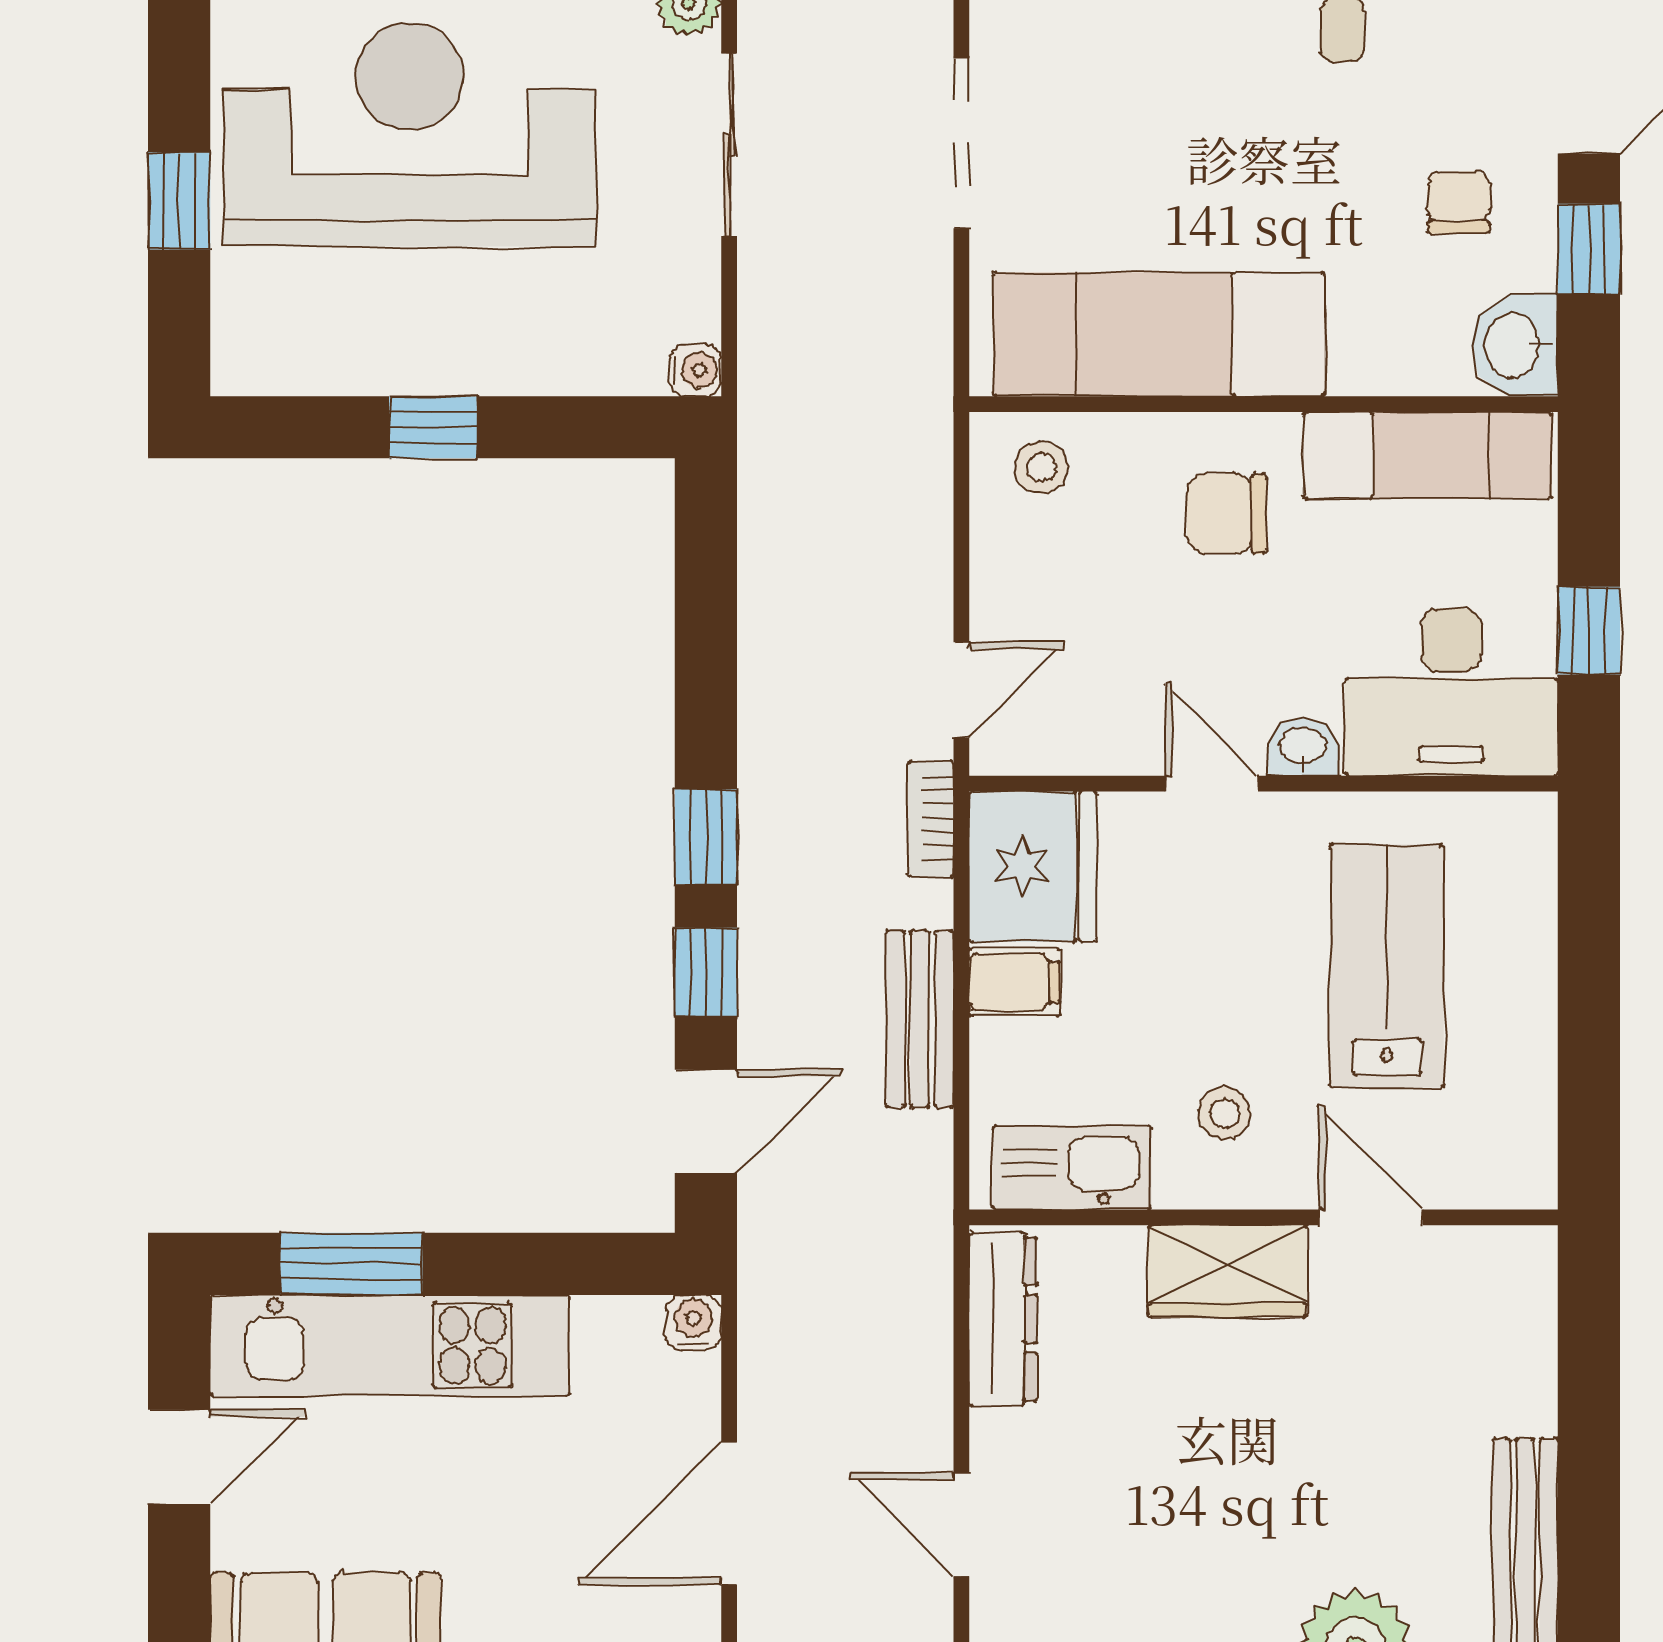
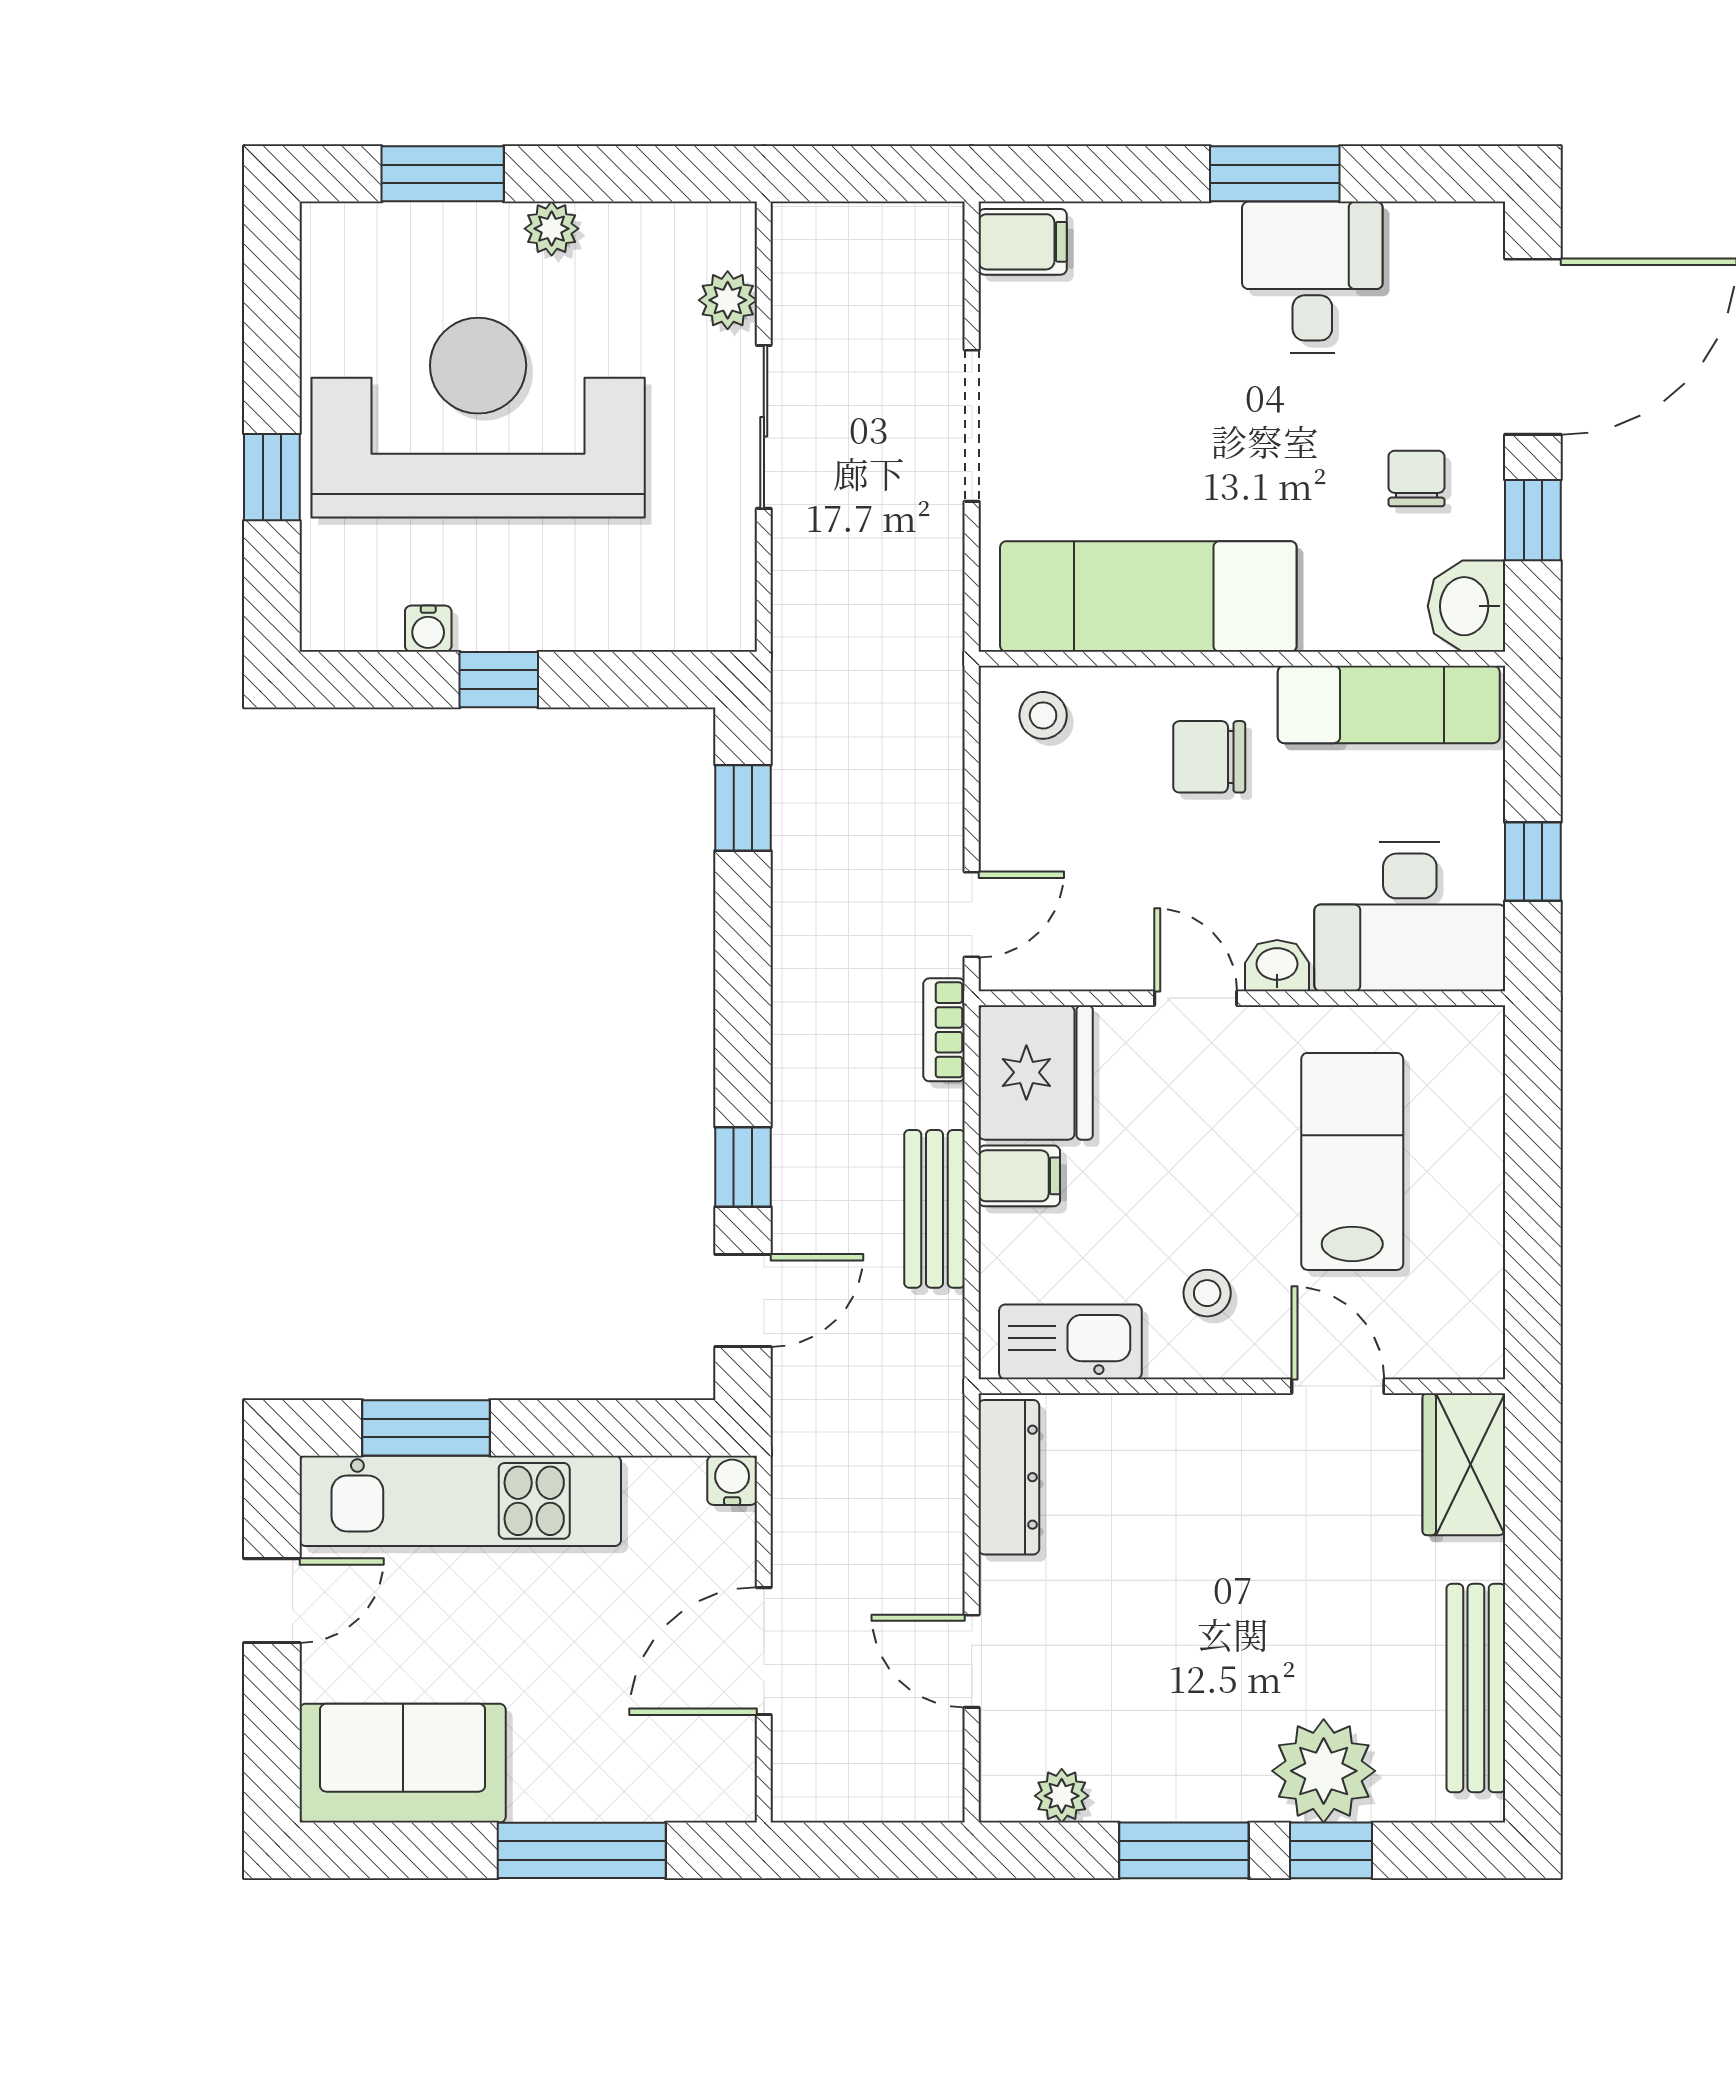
water cooler: (695, 370) -> (428, 629), moved, turned 90
window: (706, 837) -> (743, 808), moved
wardrobe: (1228, 1271) -> (1464, 1464), moved, turned 90

